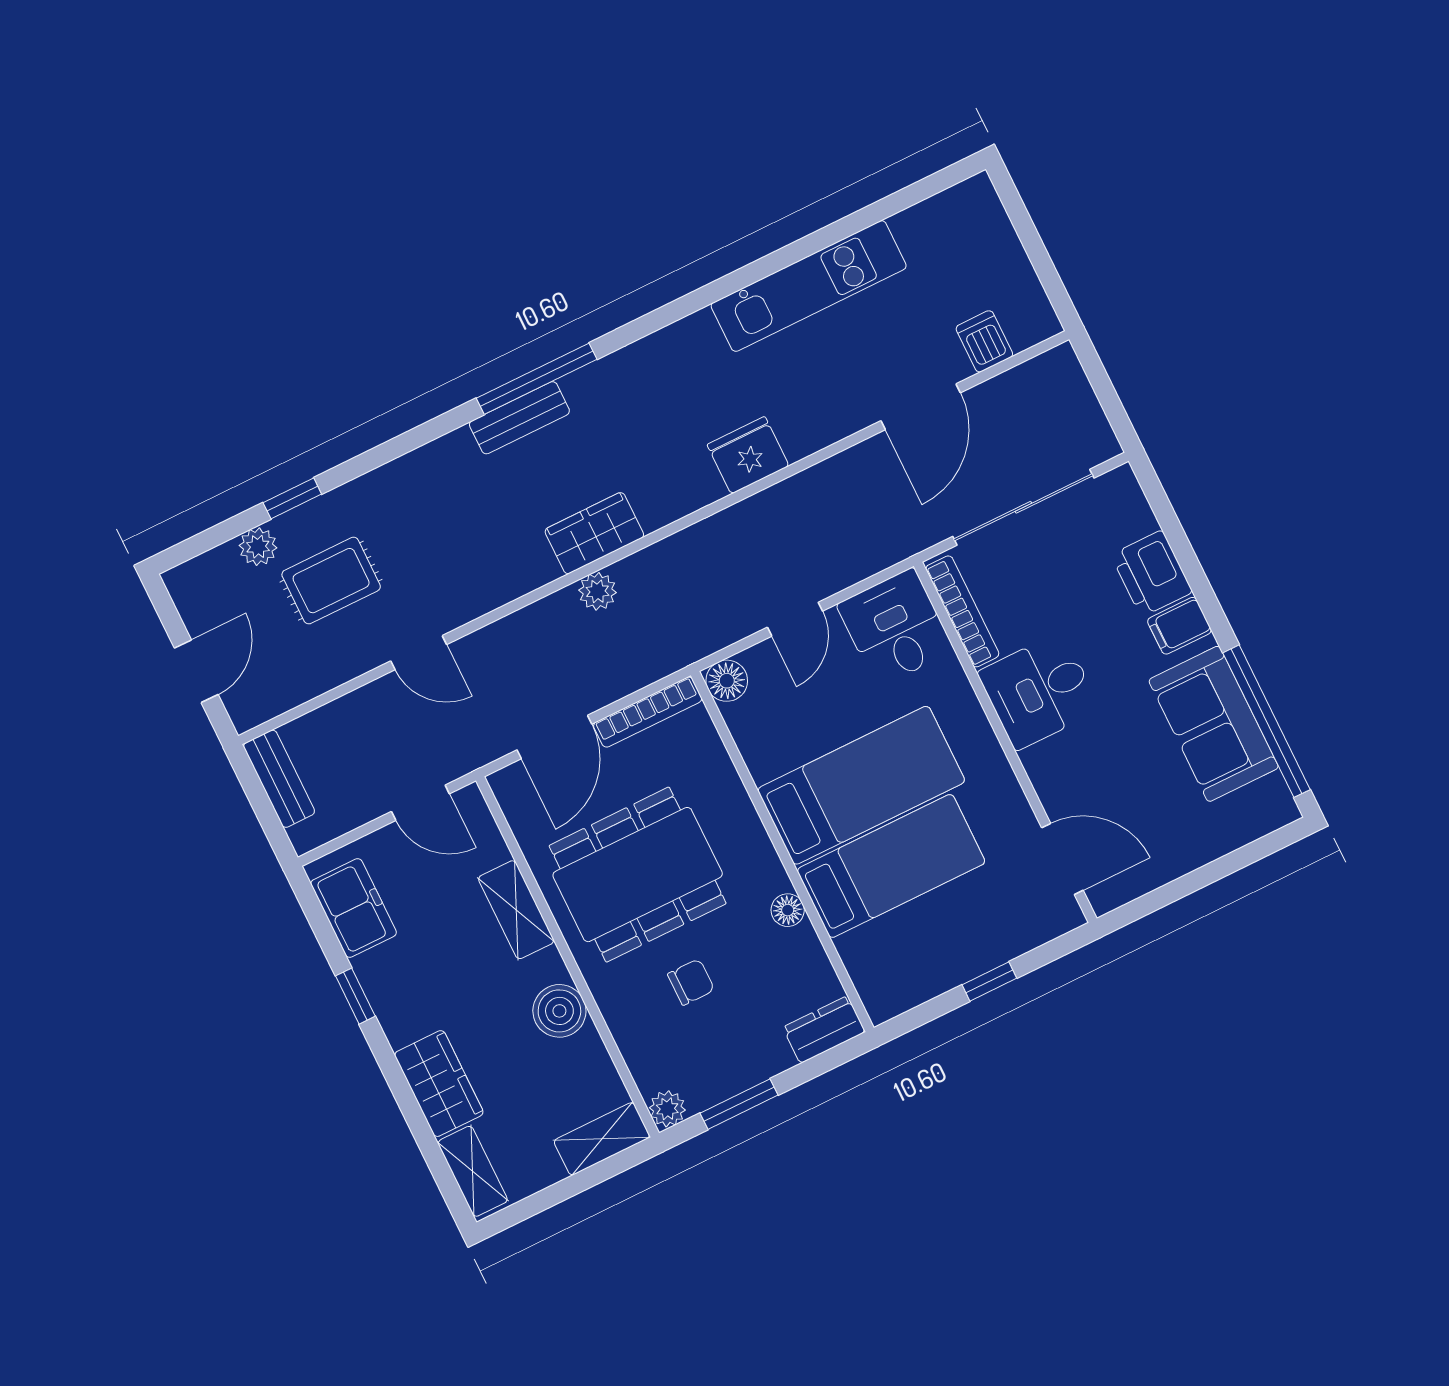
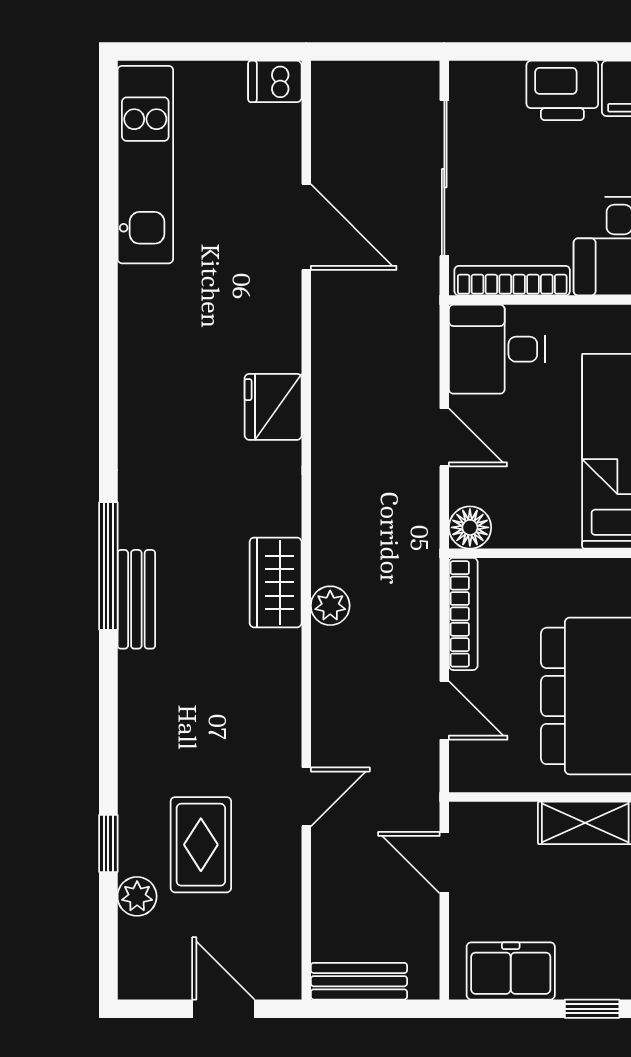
kitchen unit: (809, 286) -> (145, 165), moved
dishwasher: (984, 341) -> (275, 81), moved
door: (554, 737) -> (444, 710), width x0.73
door: (420, 803) -> (444, 863), swing flipped

